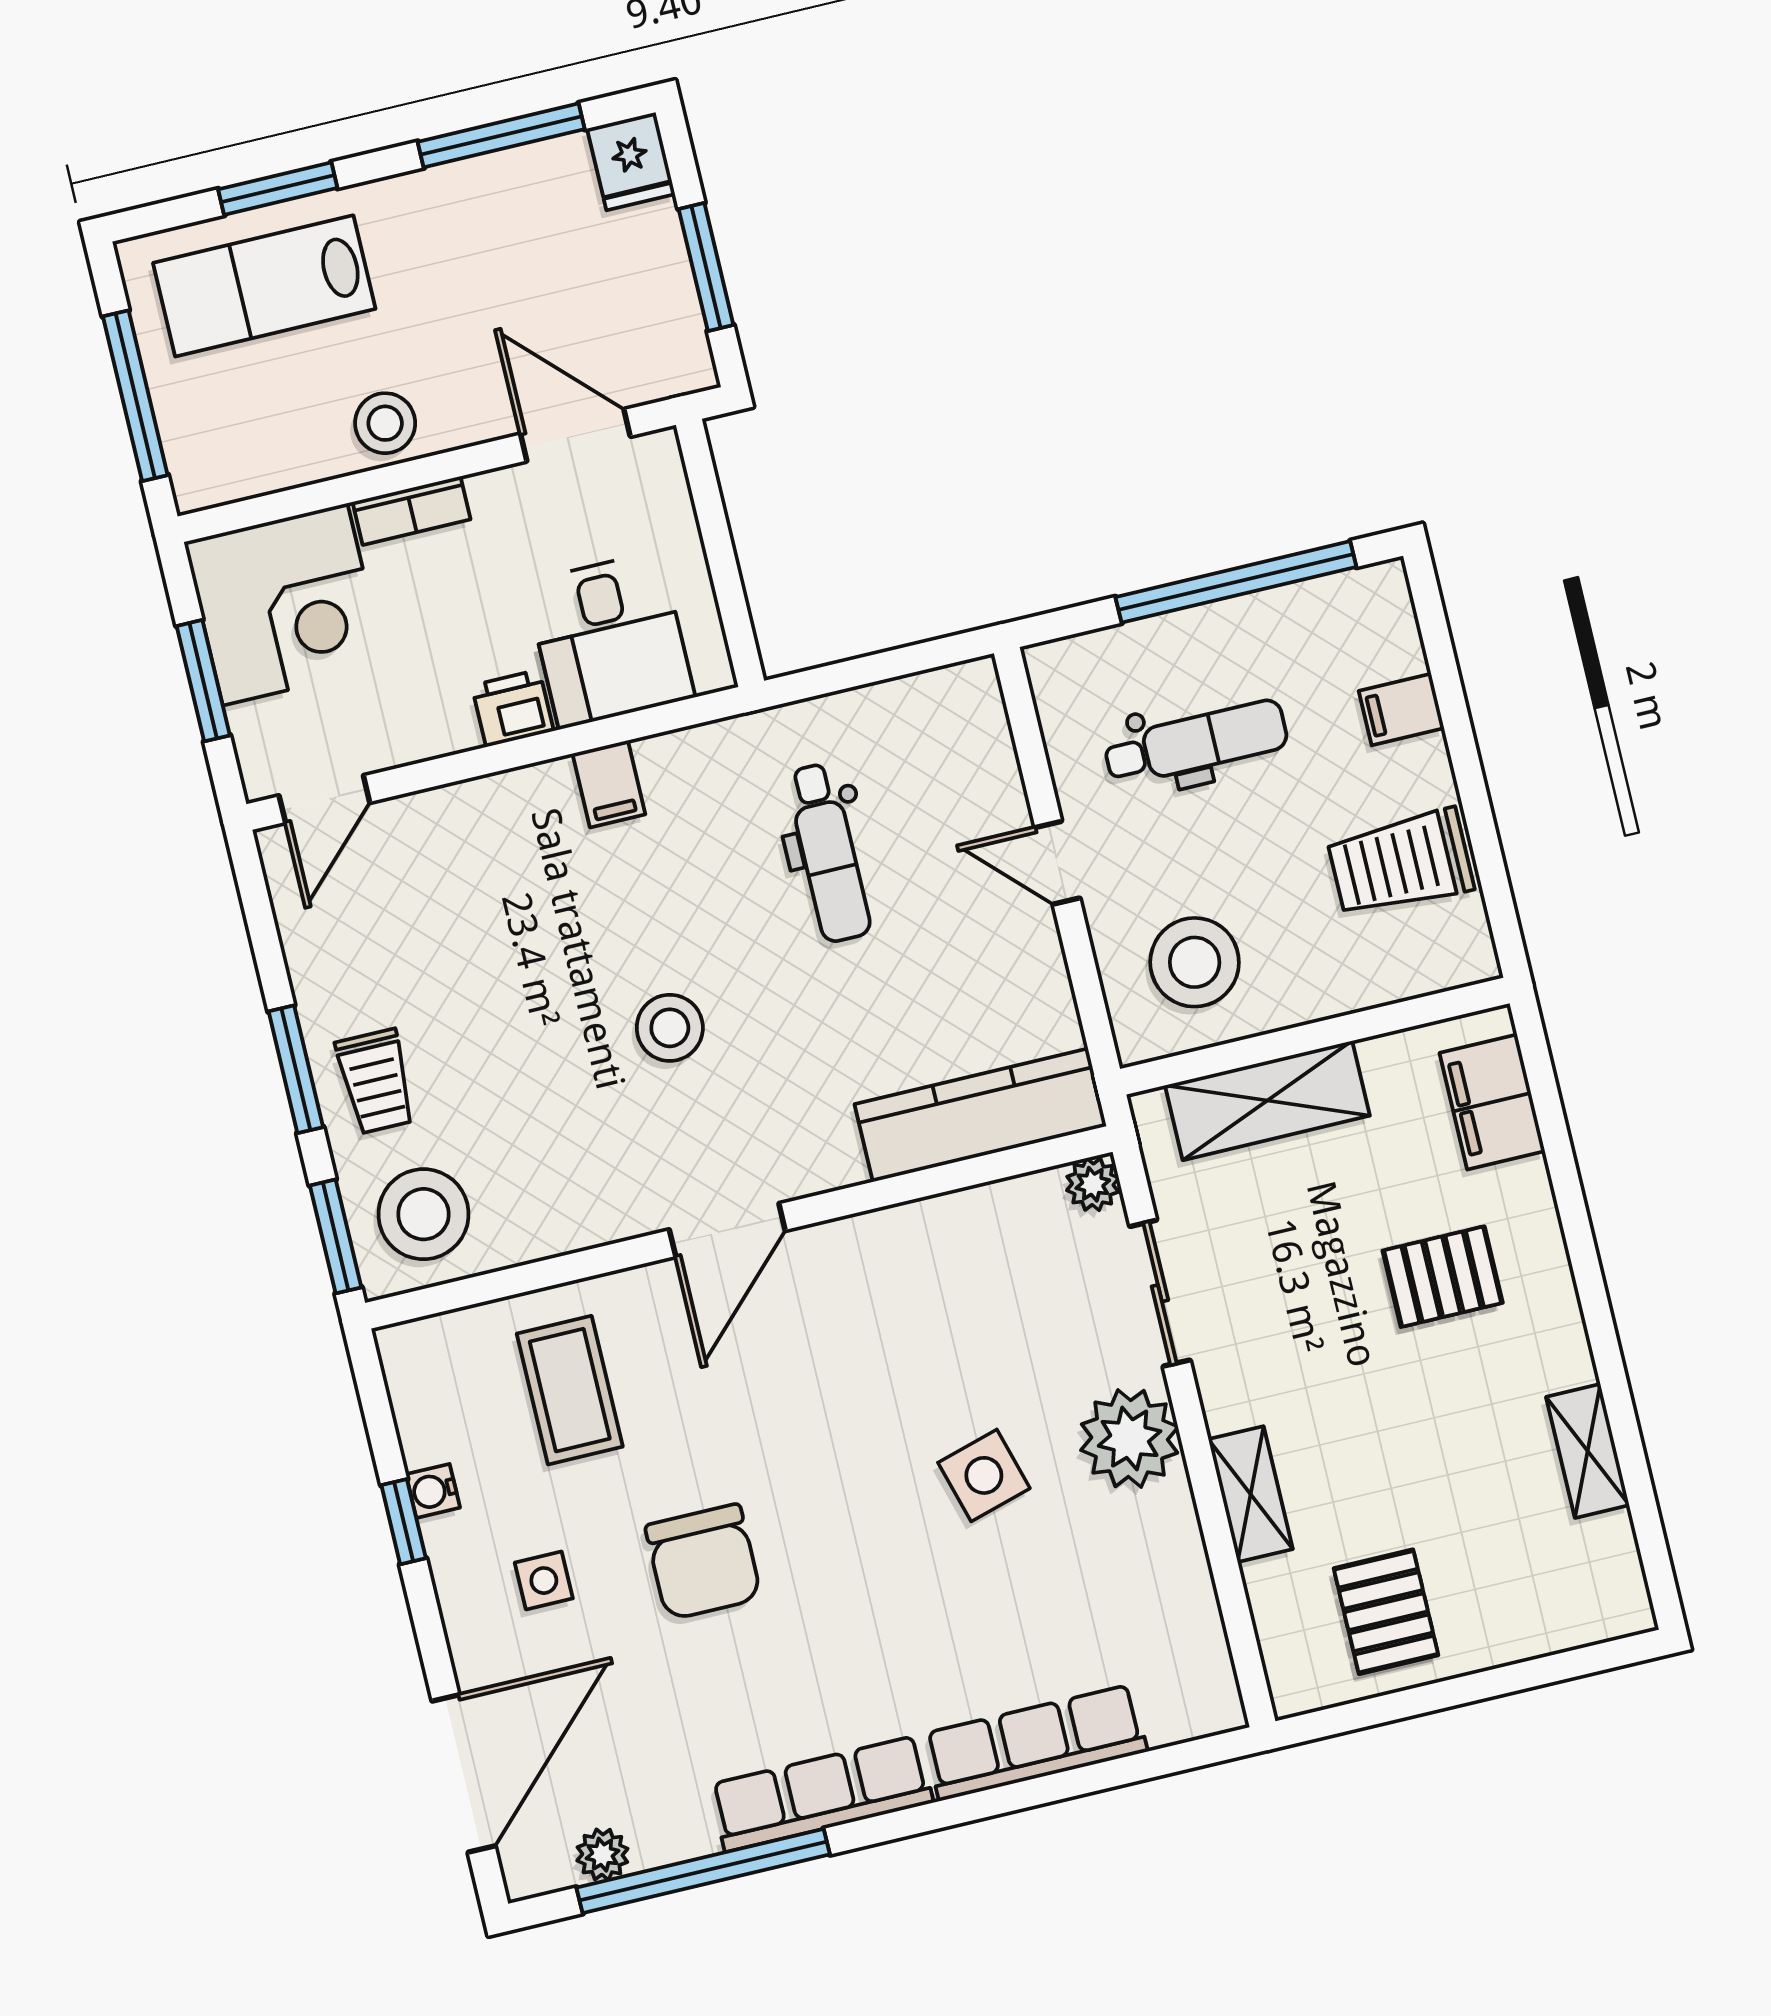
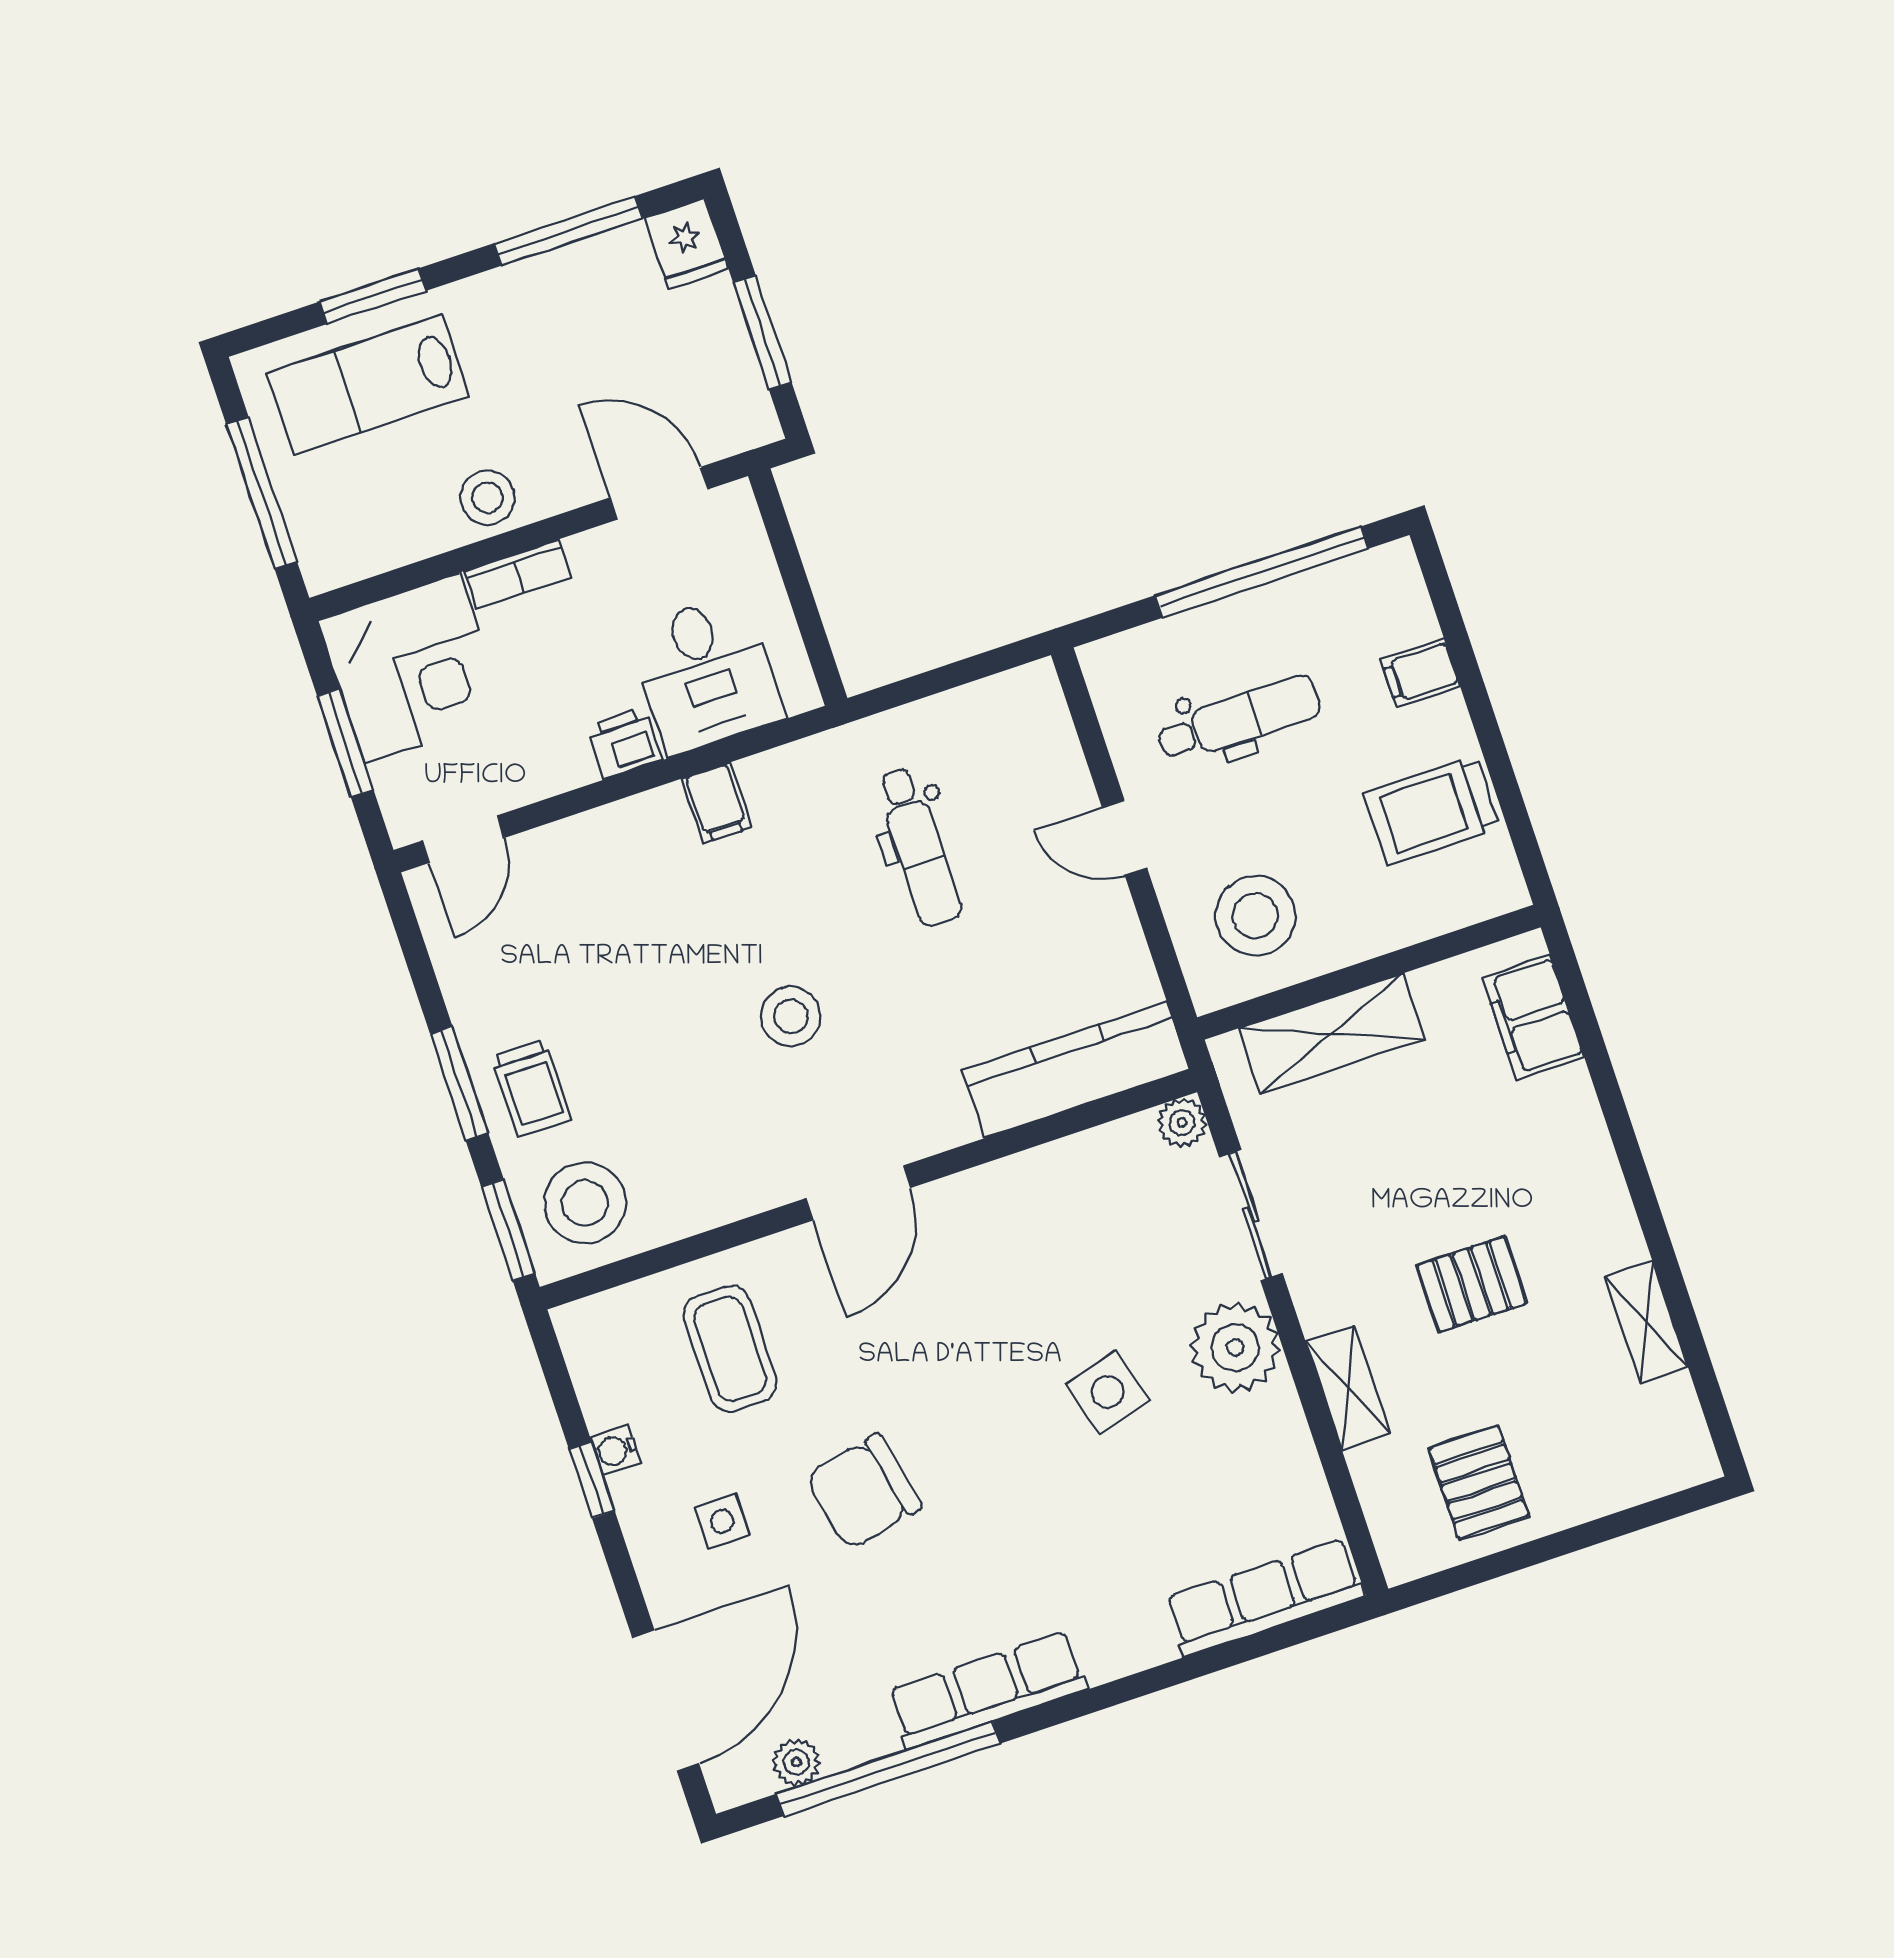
pallet: (1443, 1277) -> (1472, 1284), moved
chair: (703, 1562) -> (863, 1492), turned 78
row of seats: (1035, 1743) -> (1264, 1597), moved

